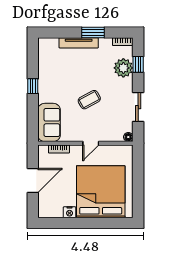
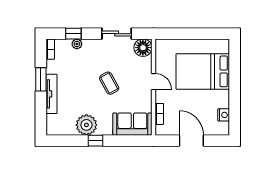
plant: (123, 68) -> (77, 44), width x0.53, depth x0.53
plant: (48, 77) -> (86, 125), added
floor lamp: (128, 137) -> (143, 48), width x1.89, depth x1.89
bed: (101, 192) -> (203, 71), width x0.73
nightstand: (70, 212) -> (224, 115), moved

